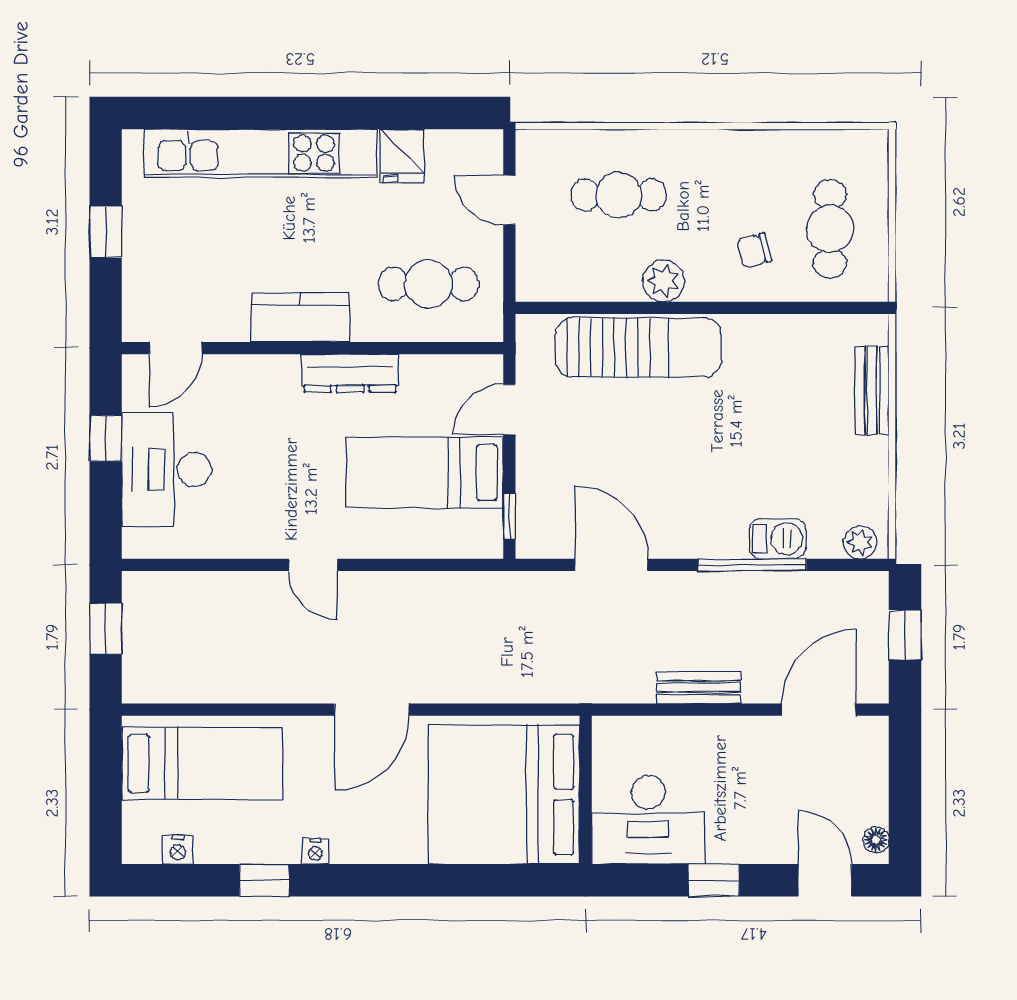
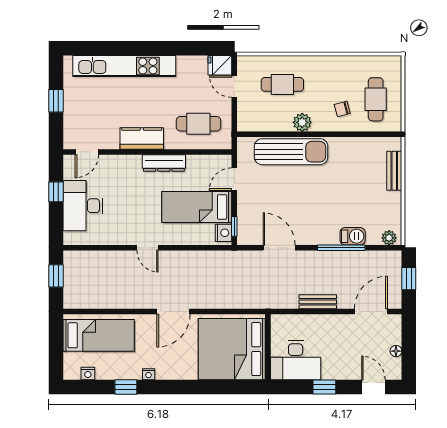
fridge: (402, 156) -> (220, 65), moved, turned 90
nightstand: (485, 531) -> (223, 233), added
floor lamp: (876, 840) -> (396, 351), moved

